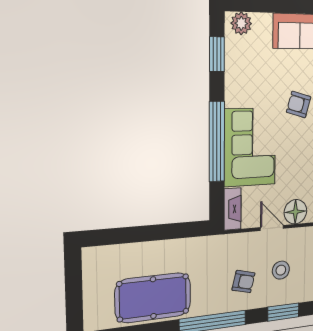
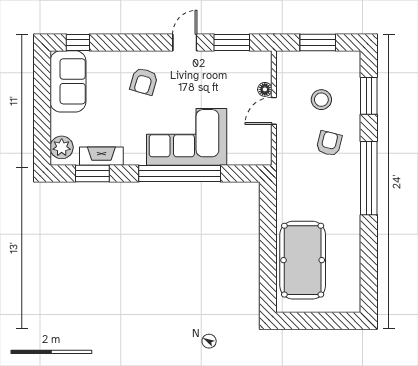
fireplace: (233, 209) -> (101, 156), moved
floor lamp: (295, 212) -> (265, 89), width x0.53, depth x0.53
pool table: (153, 298) -> (303, 260), moved

